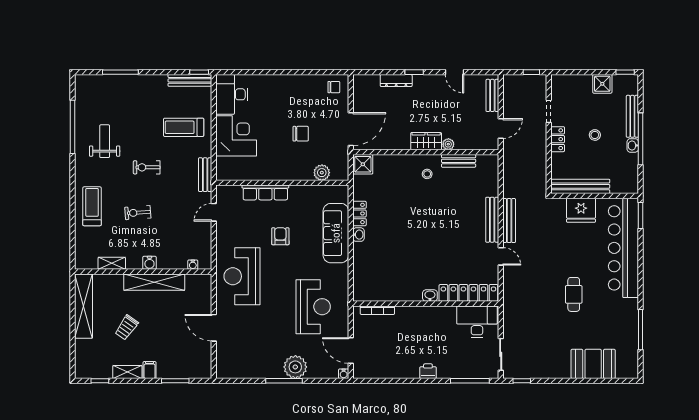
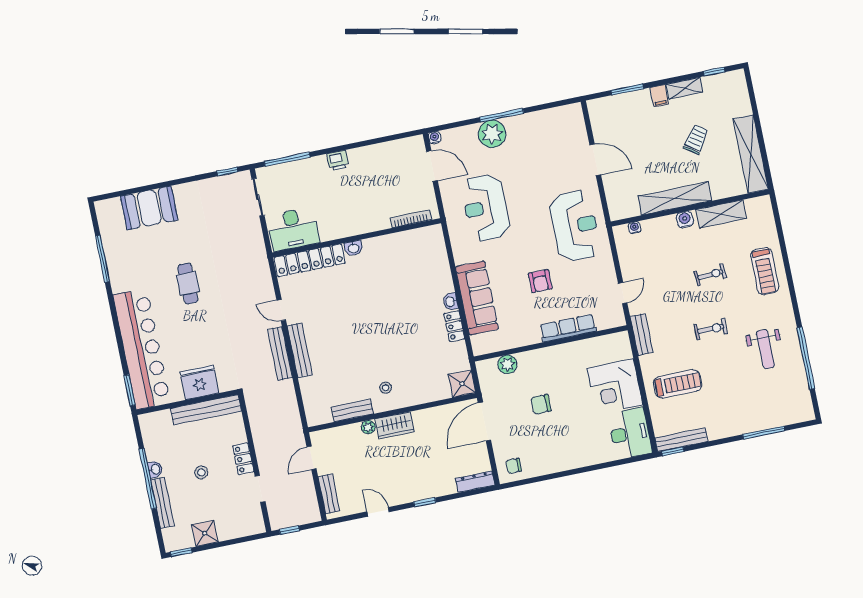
dresser: (396, 80) -> (475, 482), moved
shelving: (112, 263) -> (721, 214), width x1.50, depth x1.33

